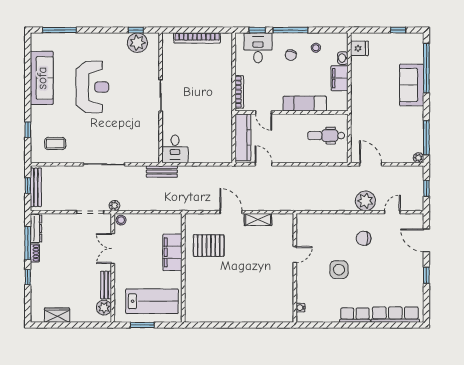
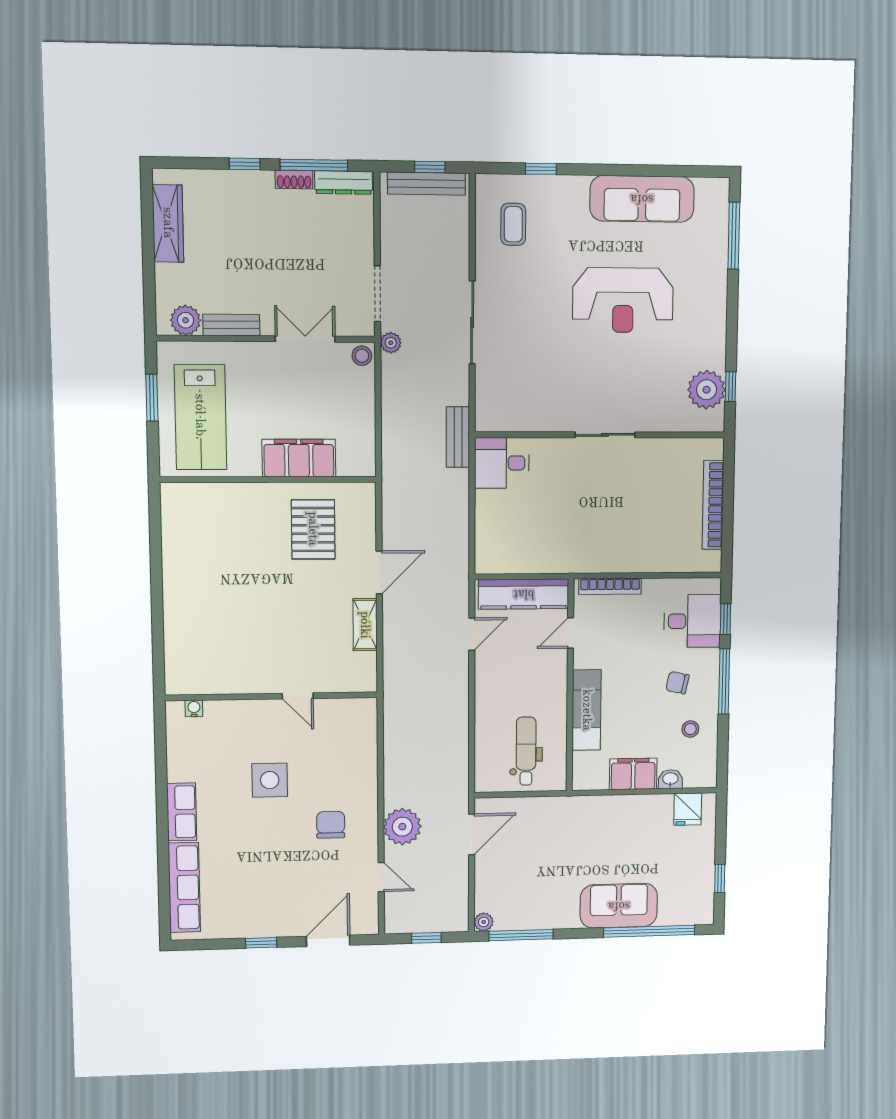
wardrobe: (57, 315) -> (168, 223), width x1.50

